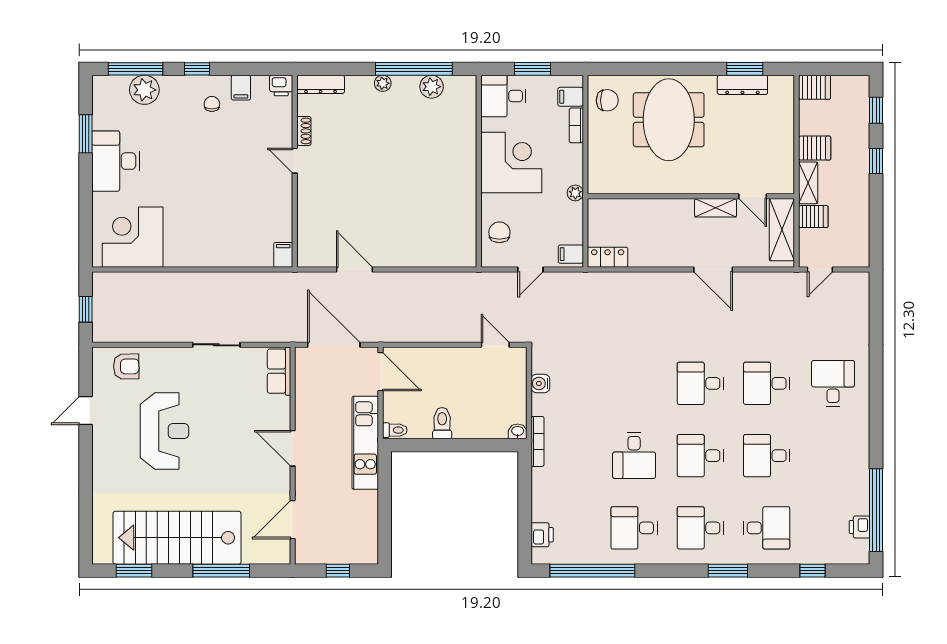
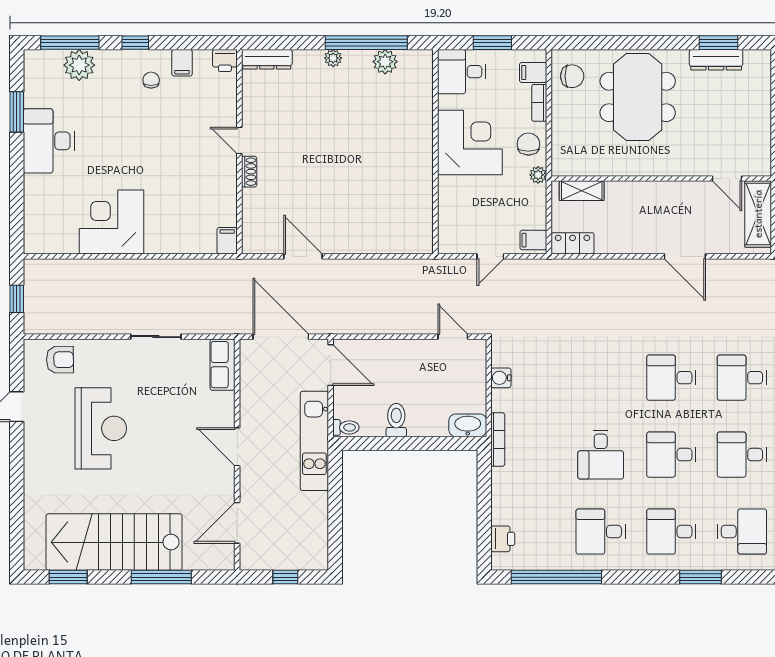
shoe rack: (304, 131) -> (249, 172), moved
shelving: (716, 208) -> (582, 191), moved
chair: (499, 232) -> (528, 144), moved
corner desk: (133, 237) -> (111, 222), moved
washbasin: (518, 431) -> (468, 425), width x1.91, depth x1.45

